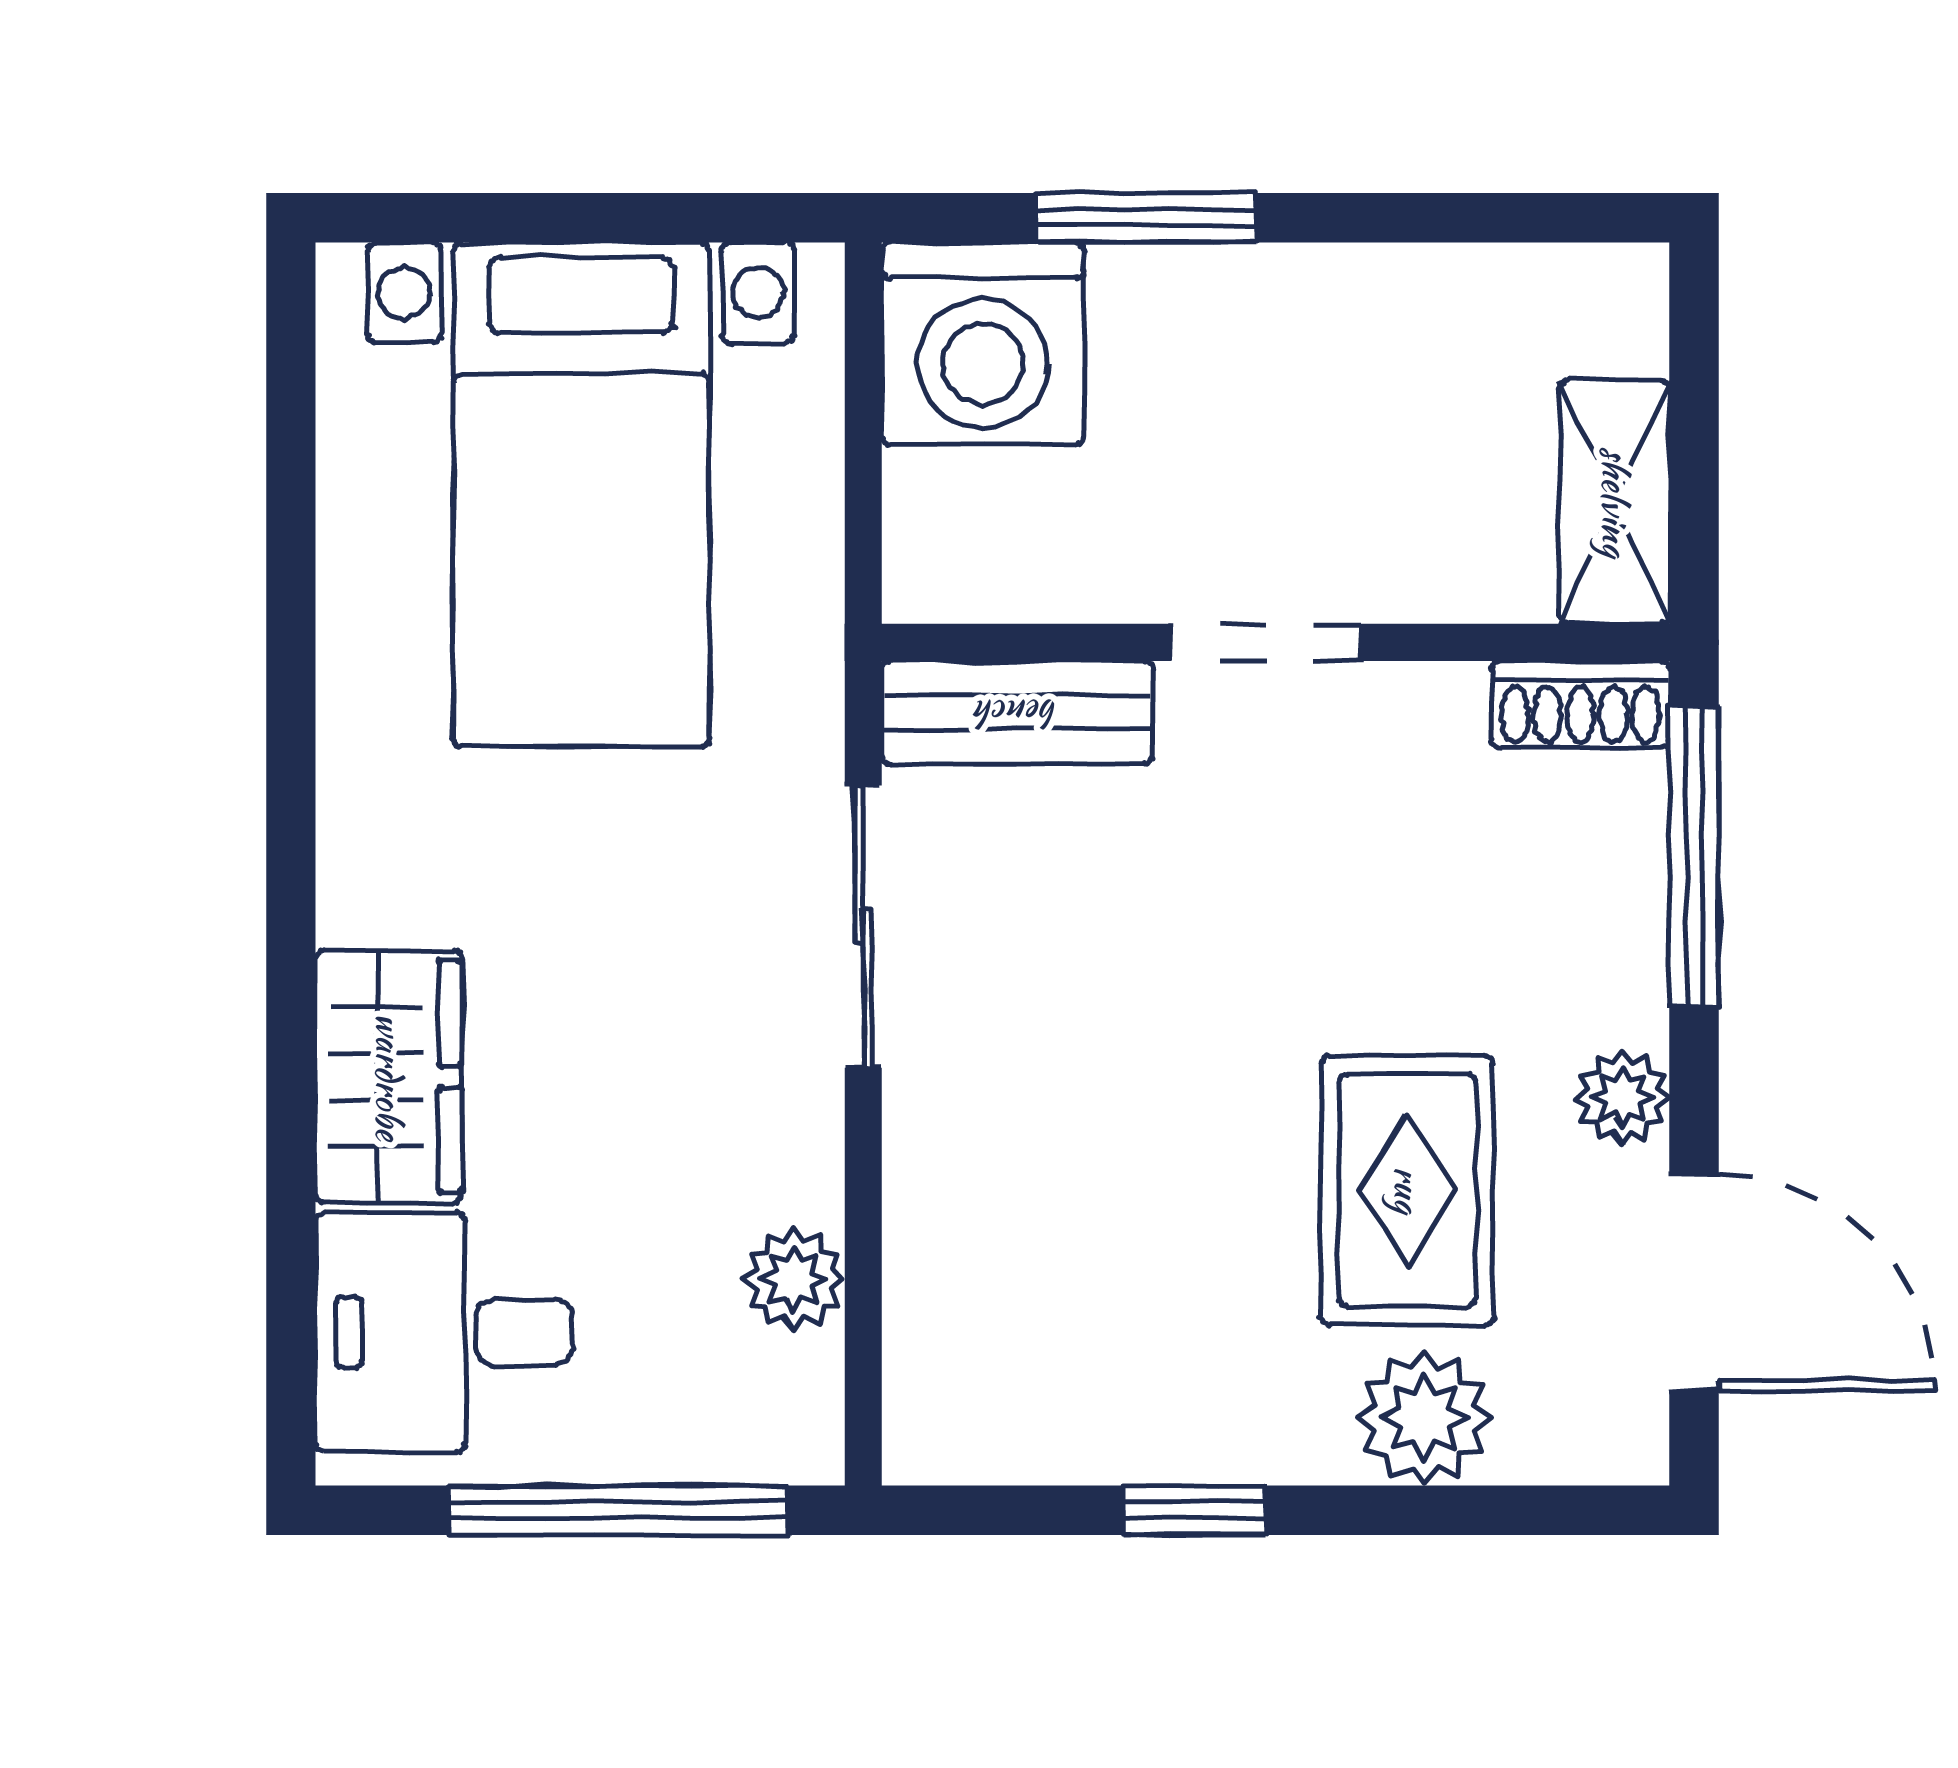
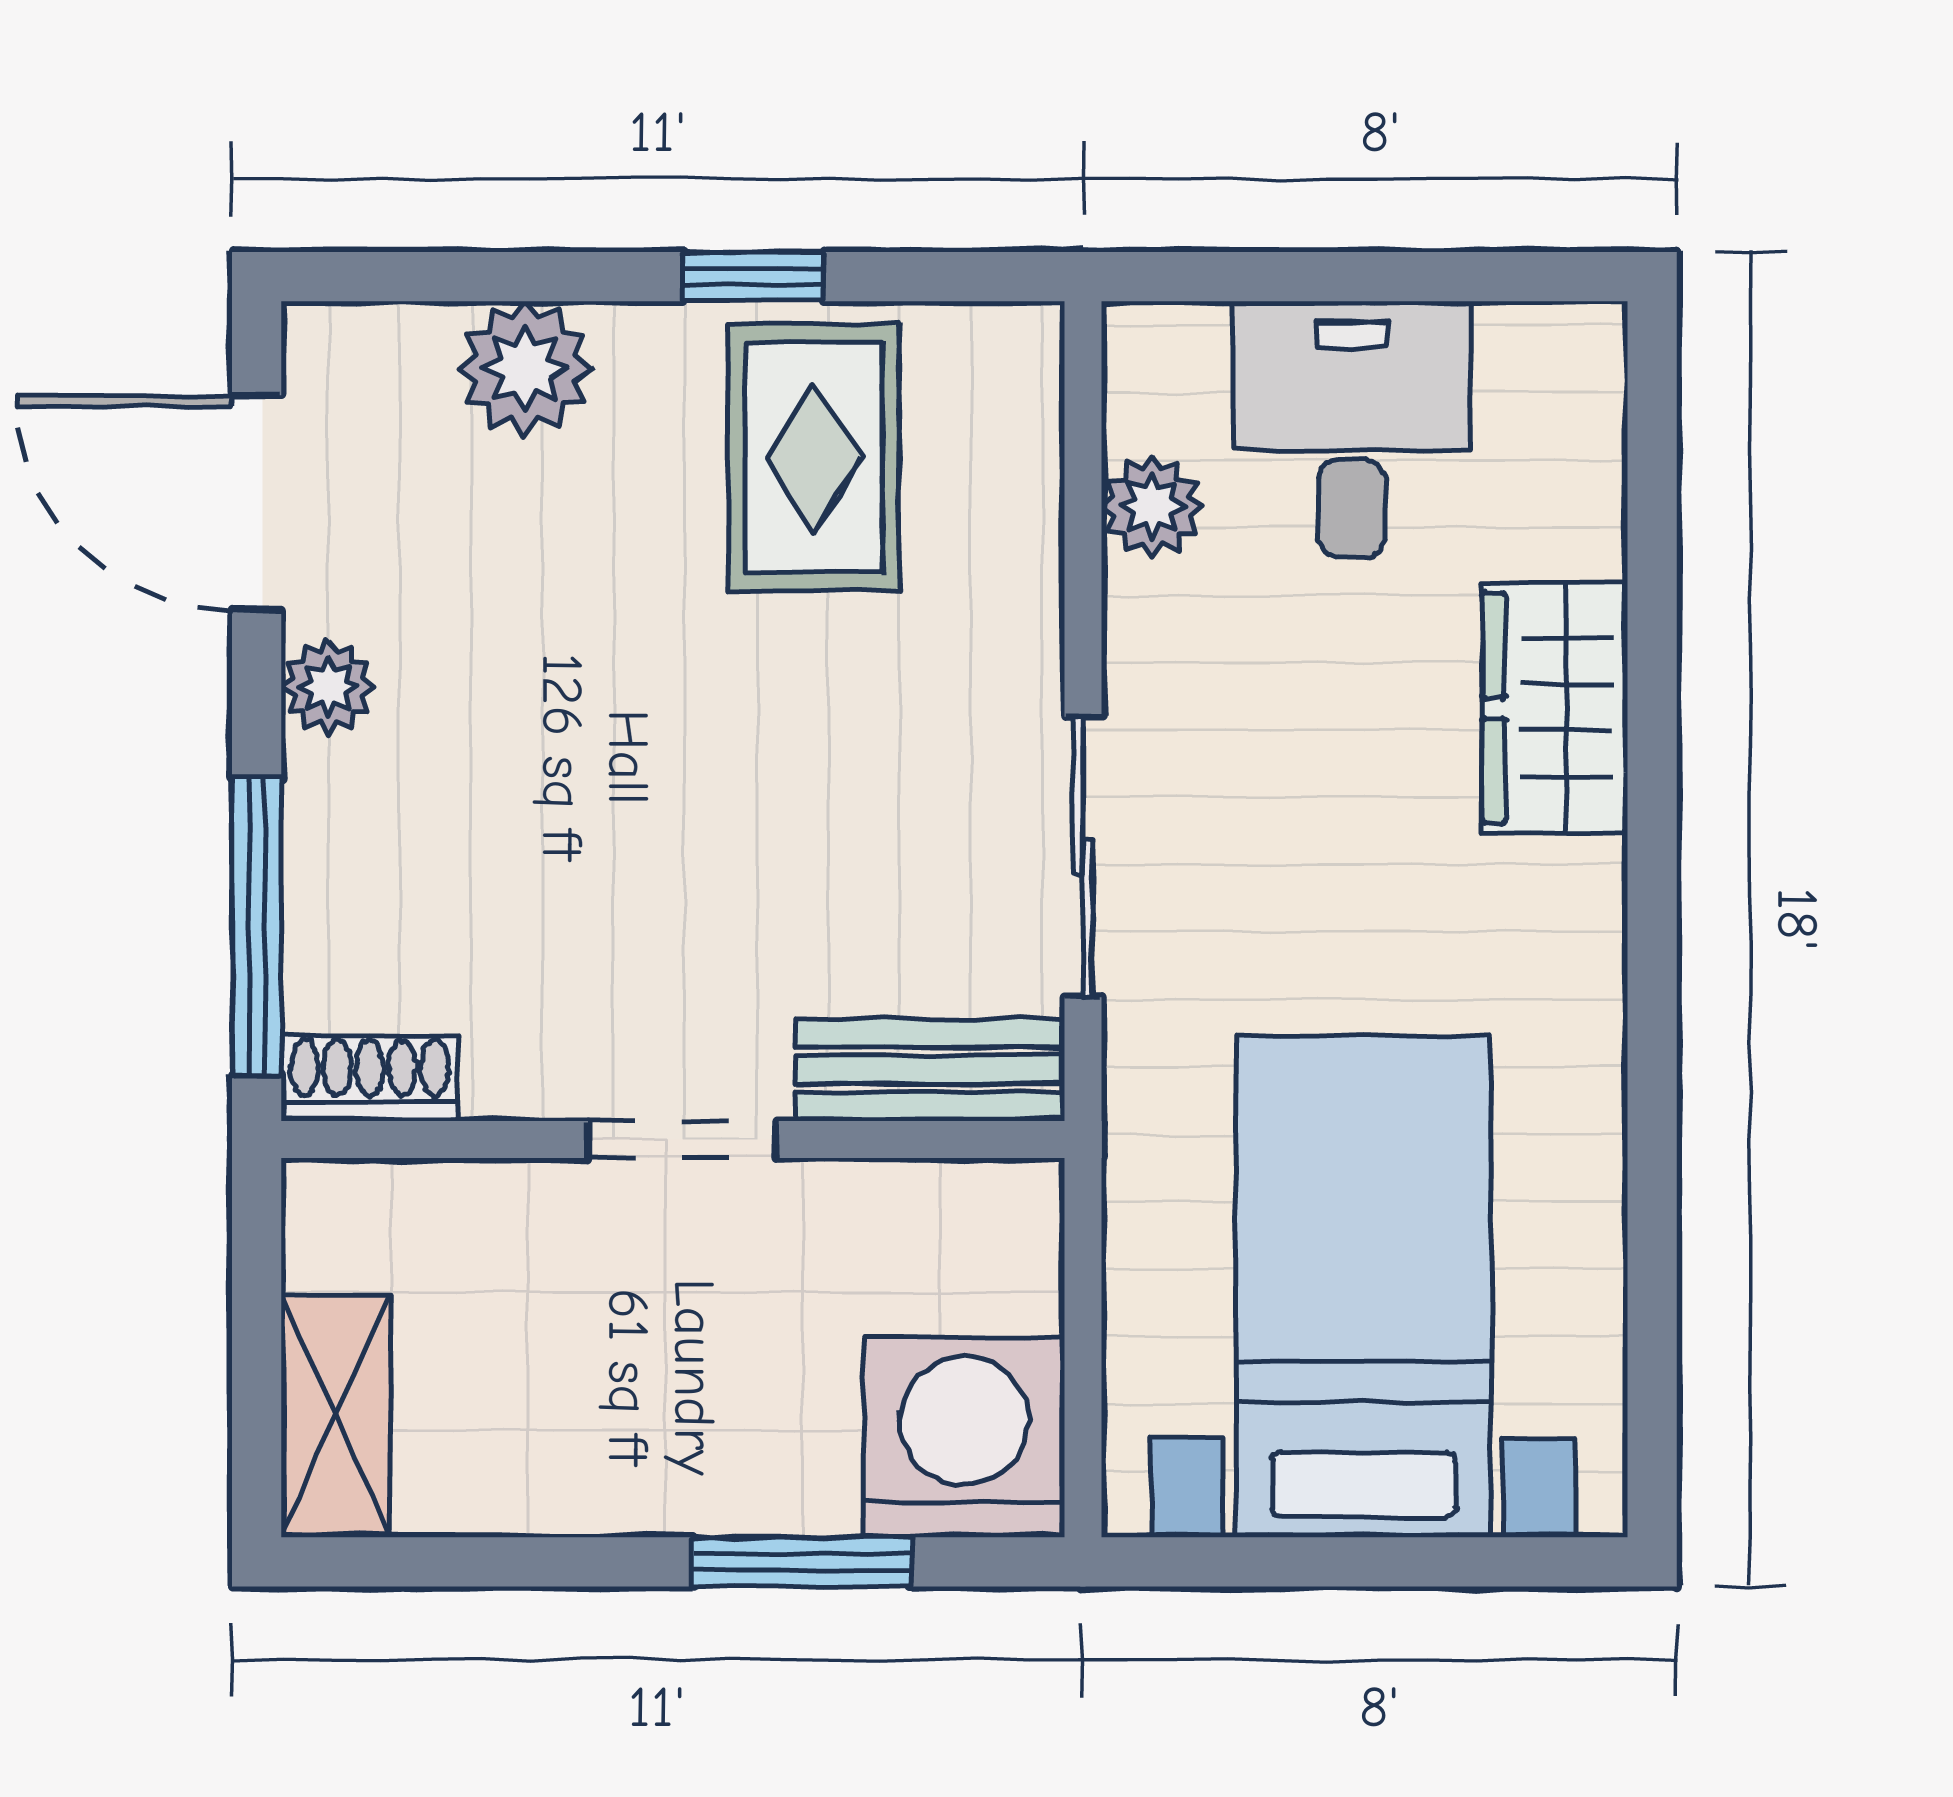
shelving: (1615, 502) -> (336, 1416), moved
rug: (1407, 1190) -> (814, 457), moved
desk: (444, 1332) -> (1352, 429), moved, turned -90
window: (618, 1510) -> (1327, 277), removed

